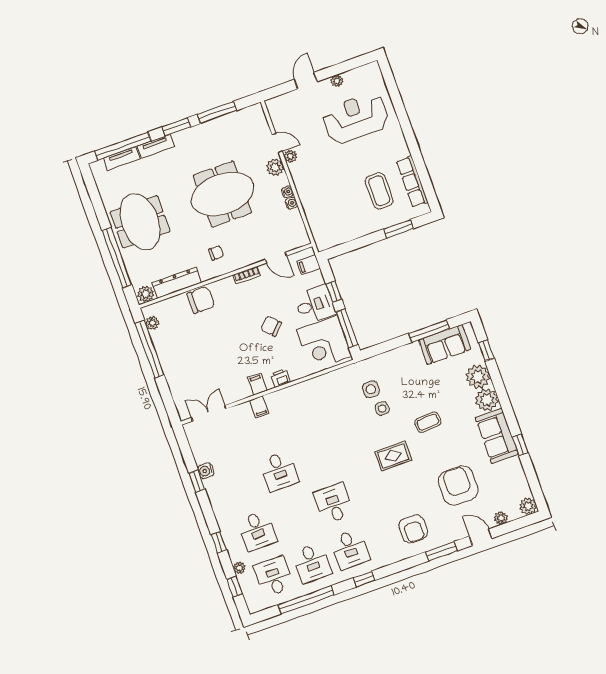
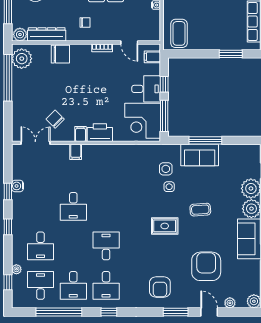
coffee table: (379, 191) -> (179, 33), moved
plant: (152, 323) -> (22, 59), width x1.87, depth x1.87
chair: (271, 326) -> (55, 119), moved
window: (429, 331) -> (205, 140), moved
sofa: (445, 345) -> (200, 155), moved
printer: (280, 378) -> (100, 133), width x1.87, depth x1.48
window: (219, 542) -> (8, 227), moved

